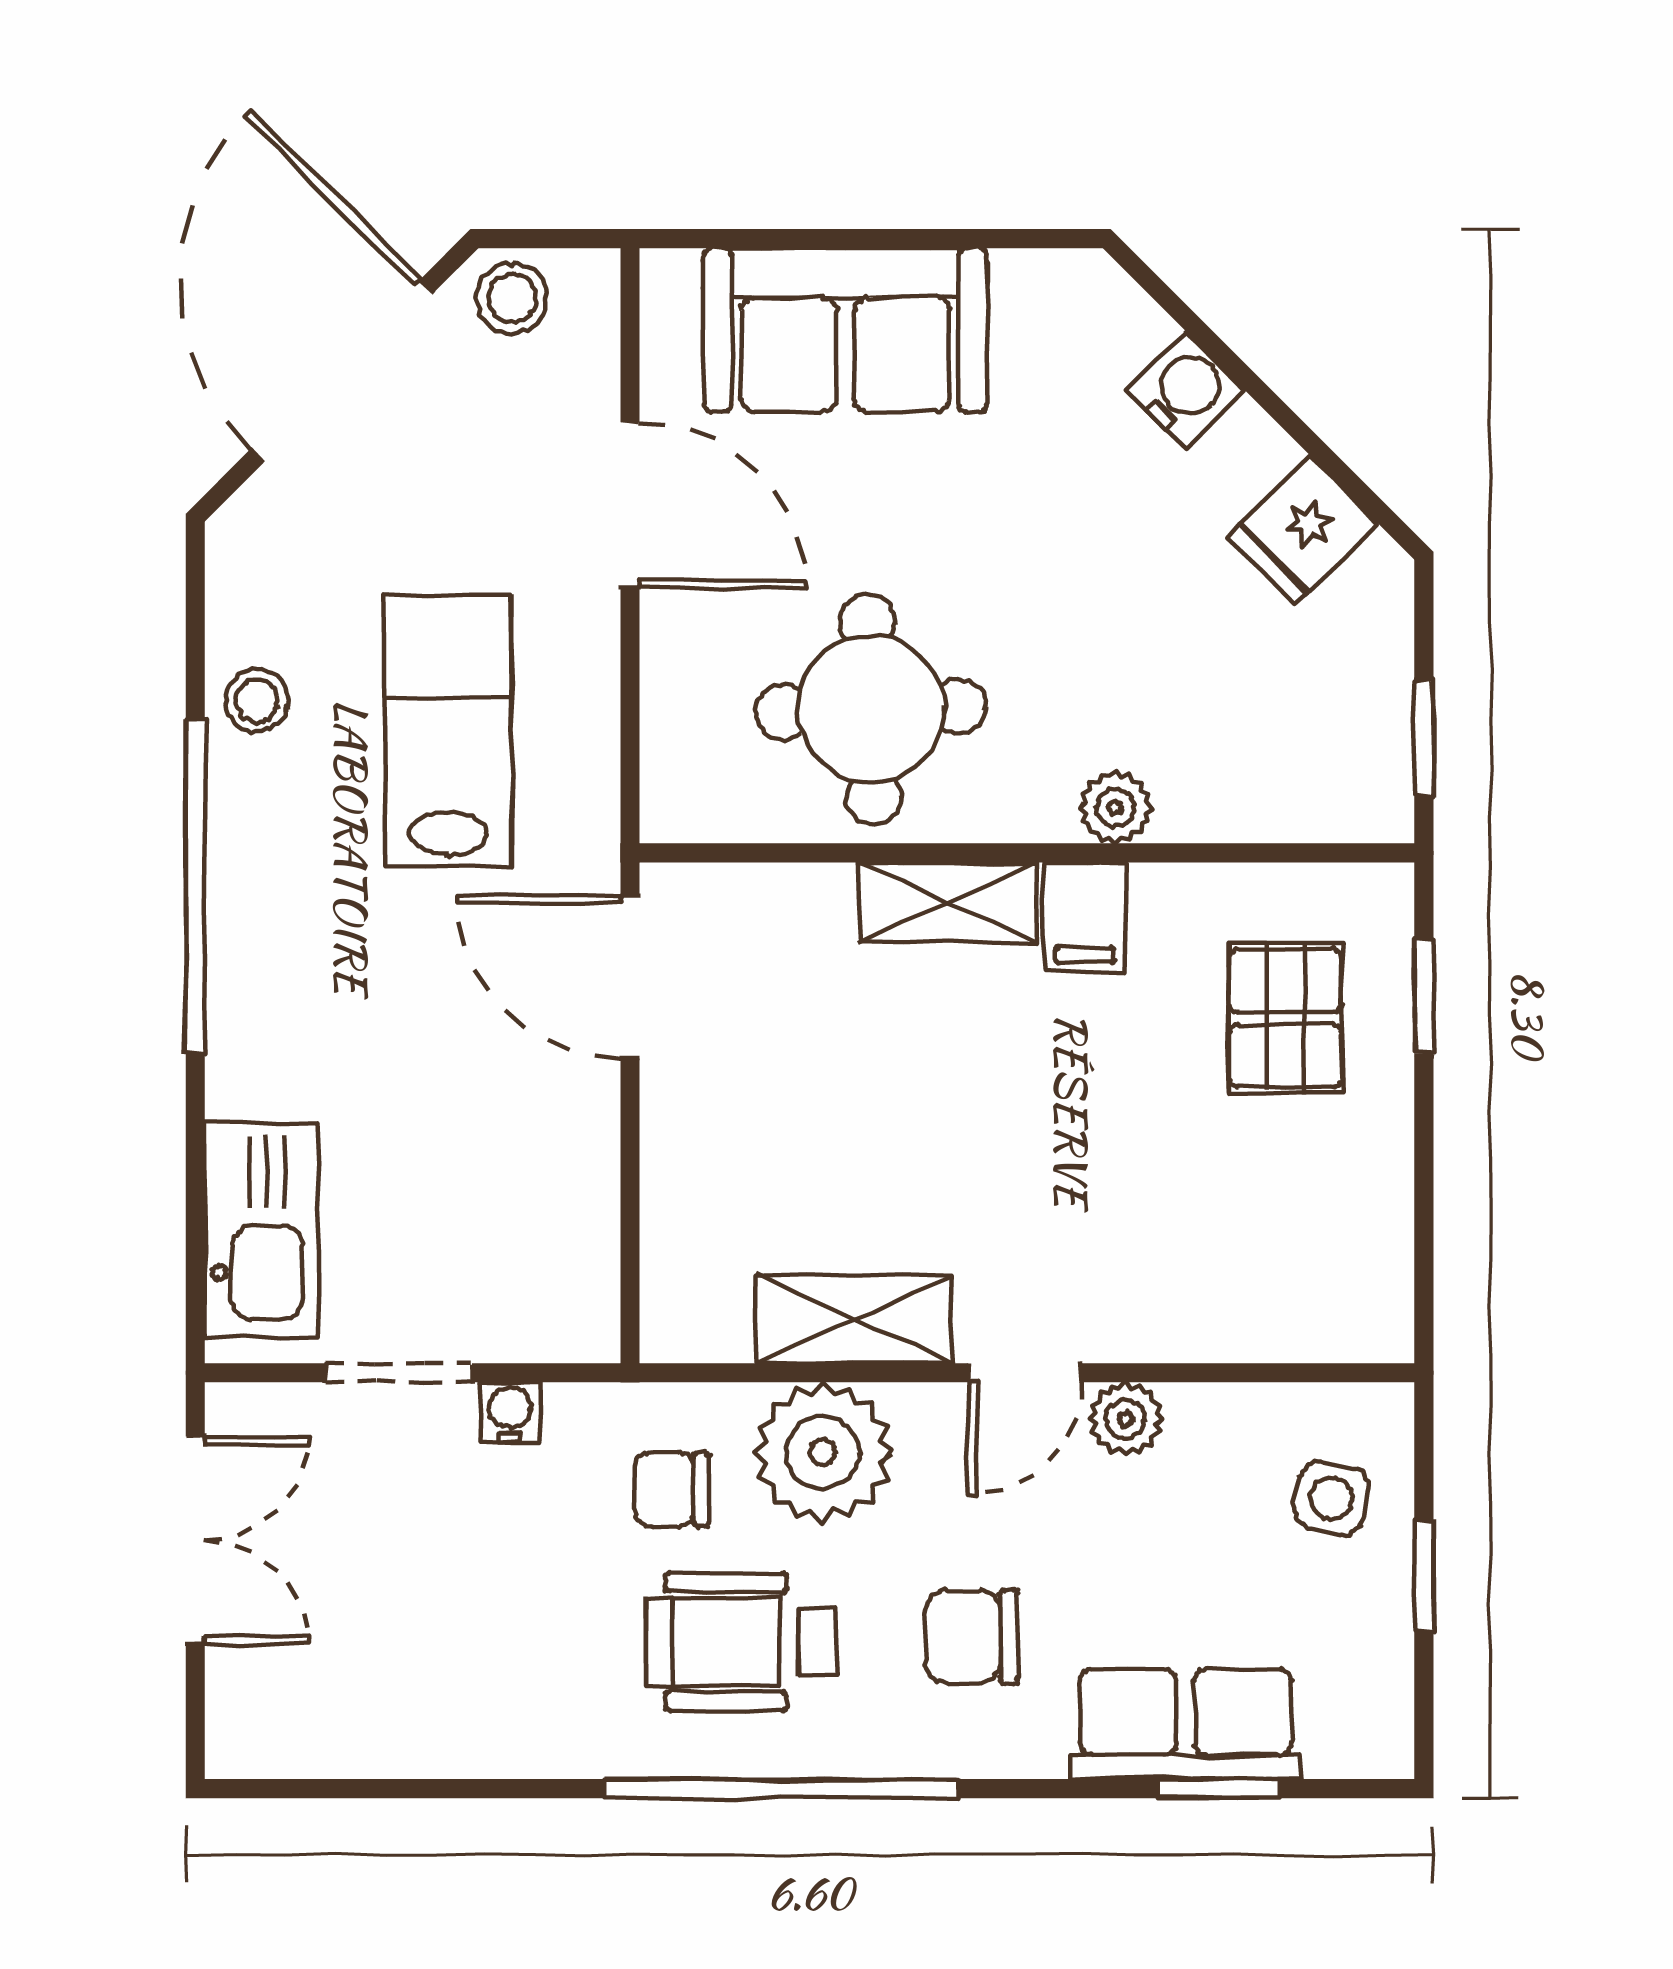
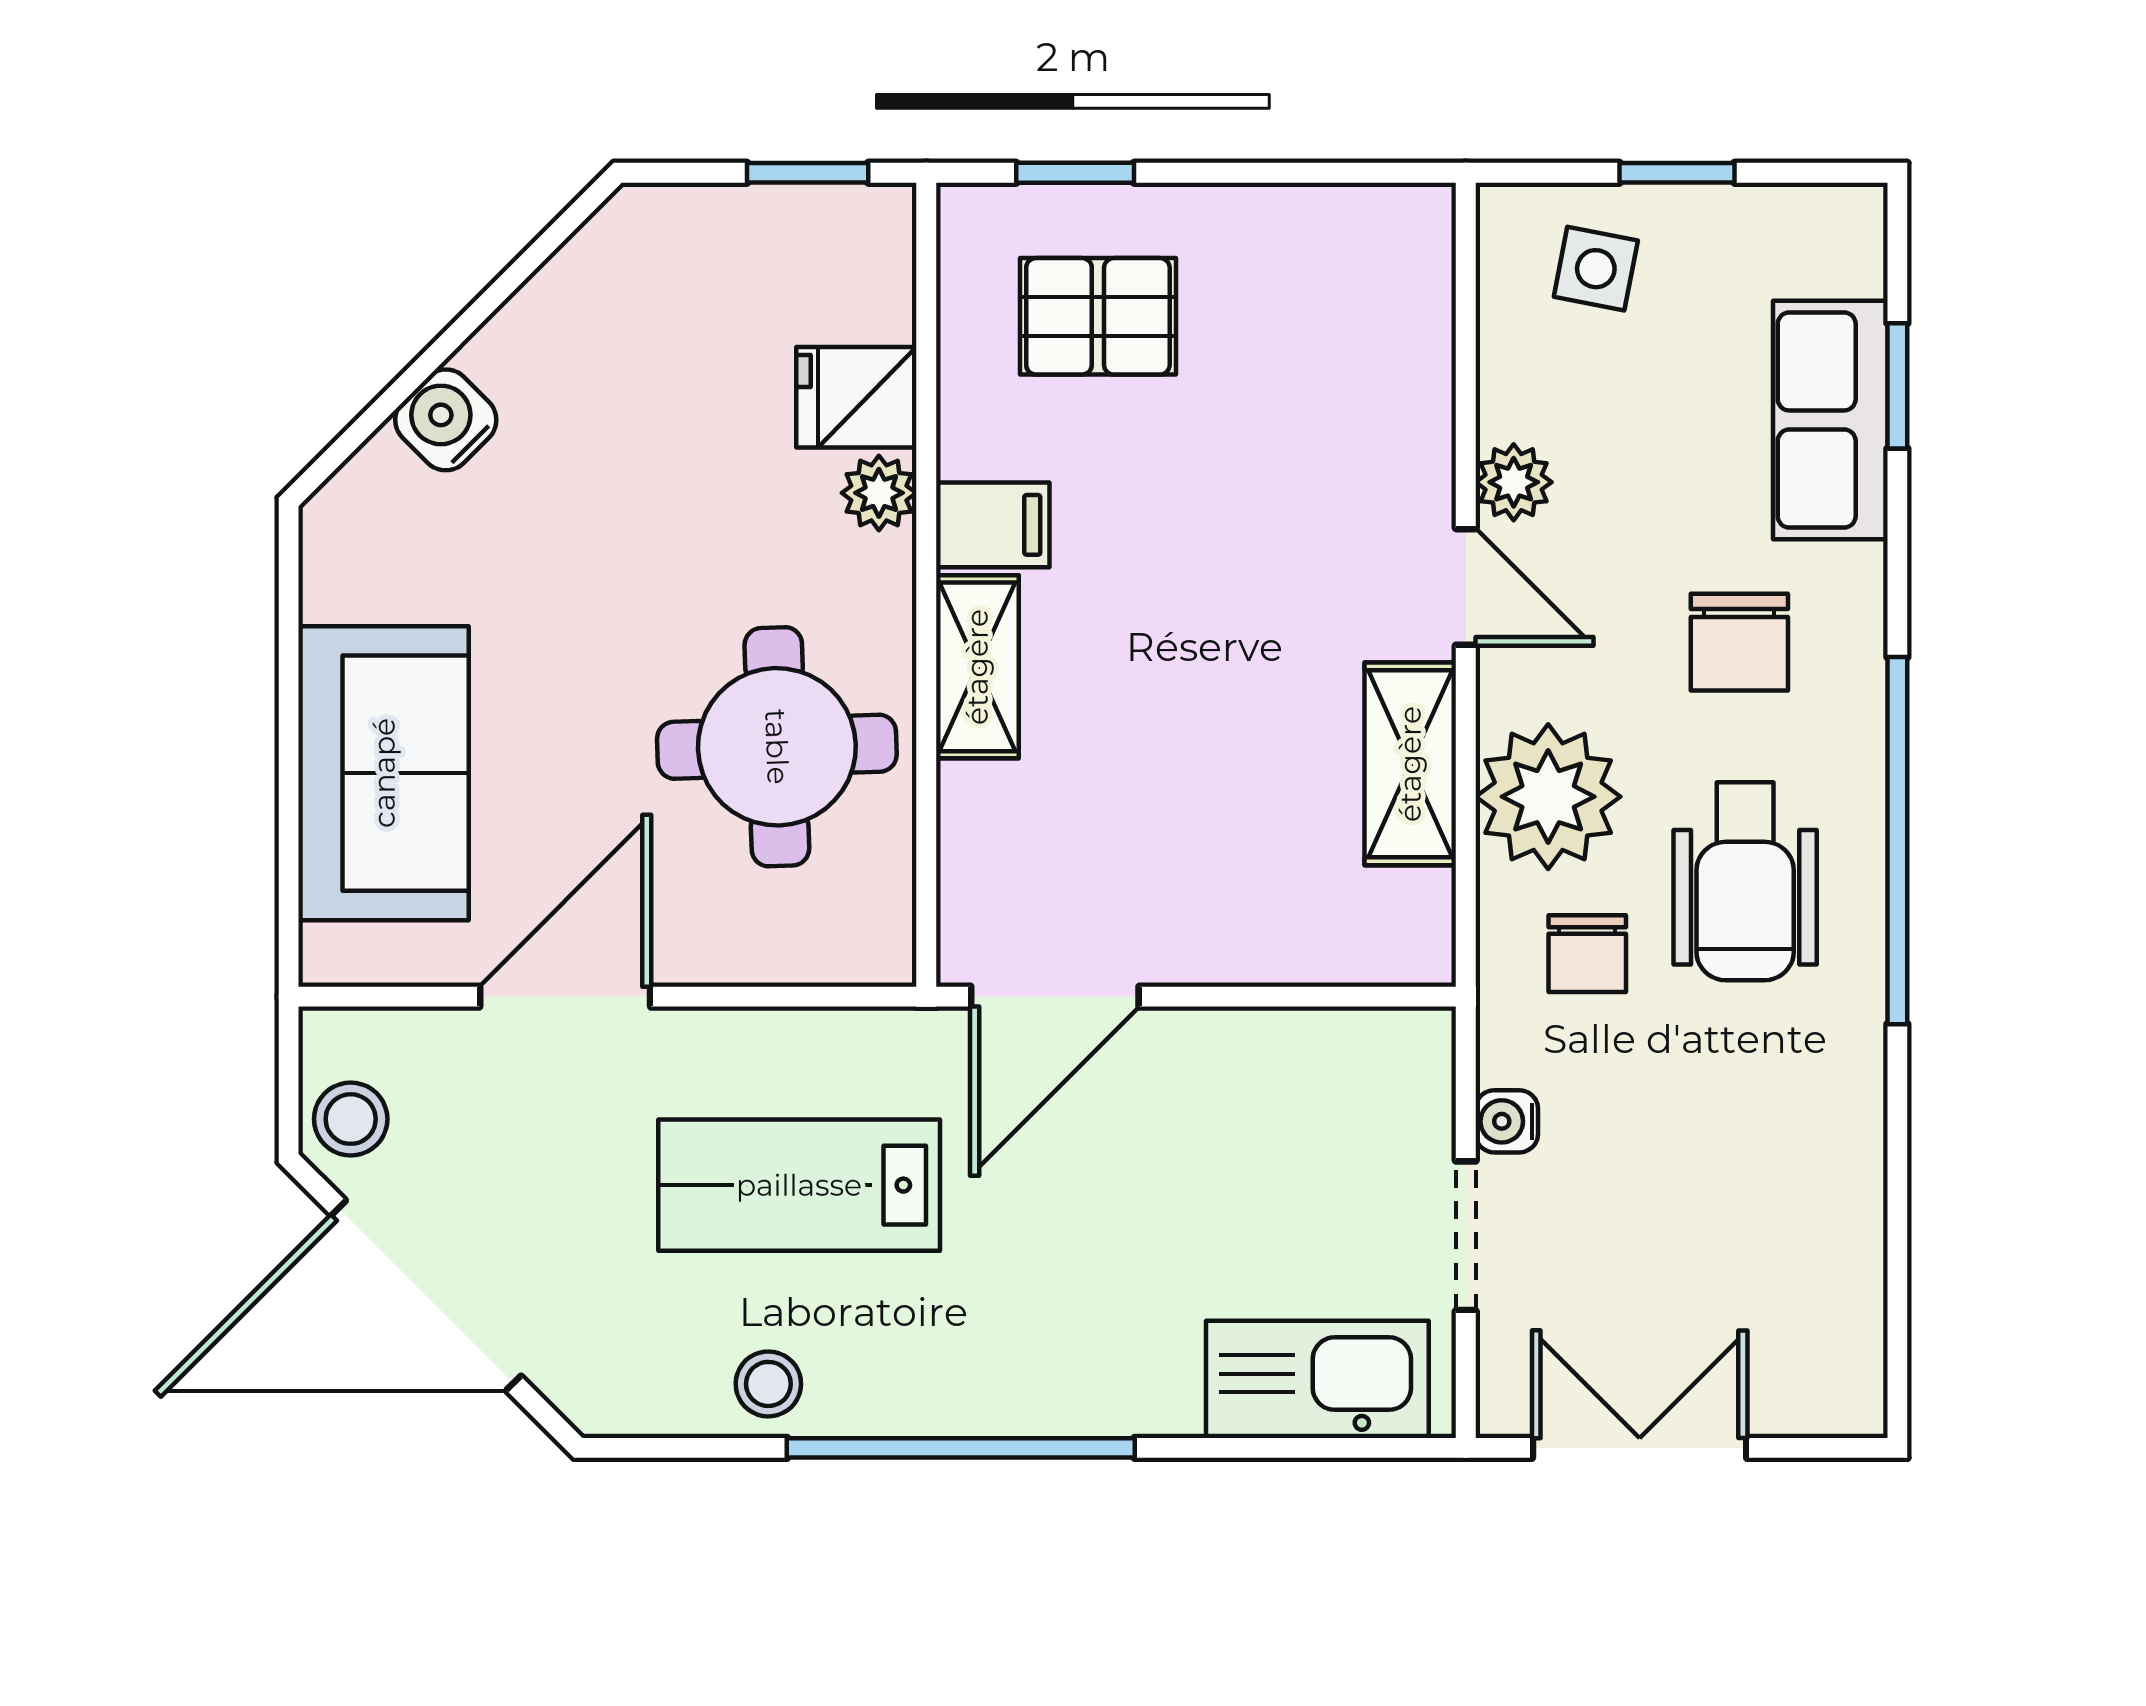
fridge: (1303, 530) -> (856, 397), moved, turned 135

